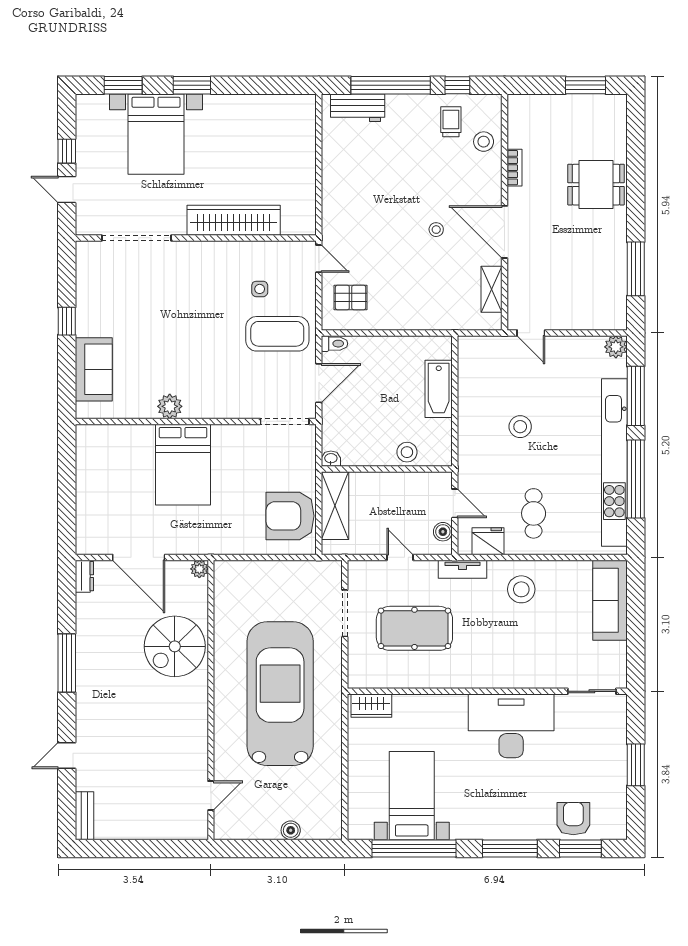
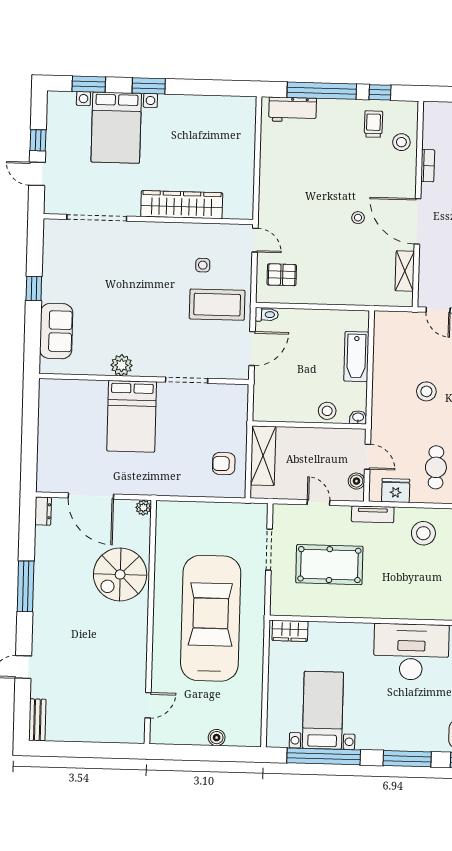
doorway: (285, 421) -> (187, 380), moved
washbasin: (331, 459) -> (358, 417), moved
armchair: (290, 516) -> (224, 464), width x0.53, depth x0.53

